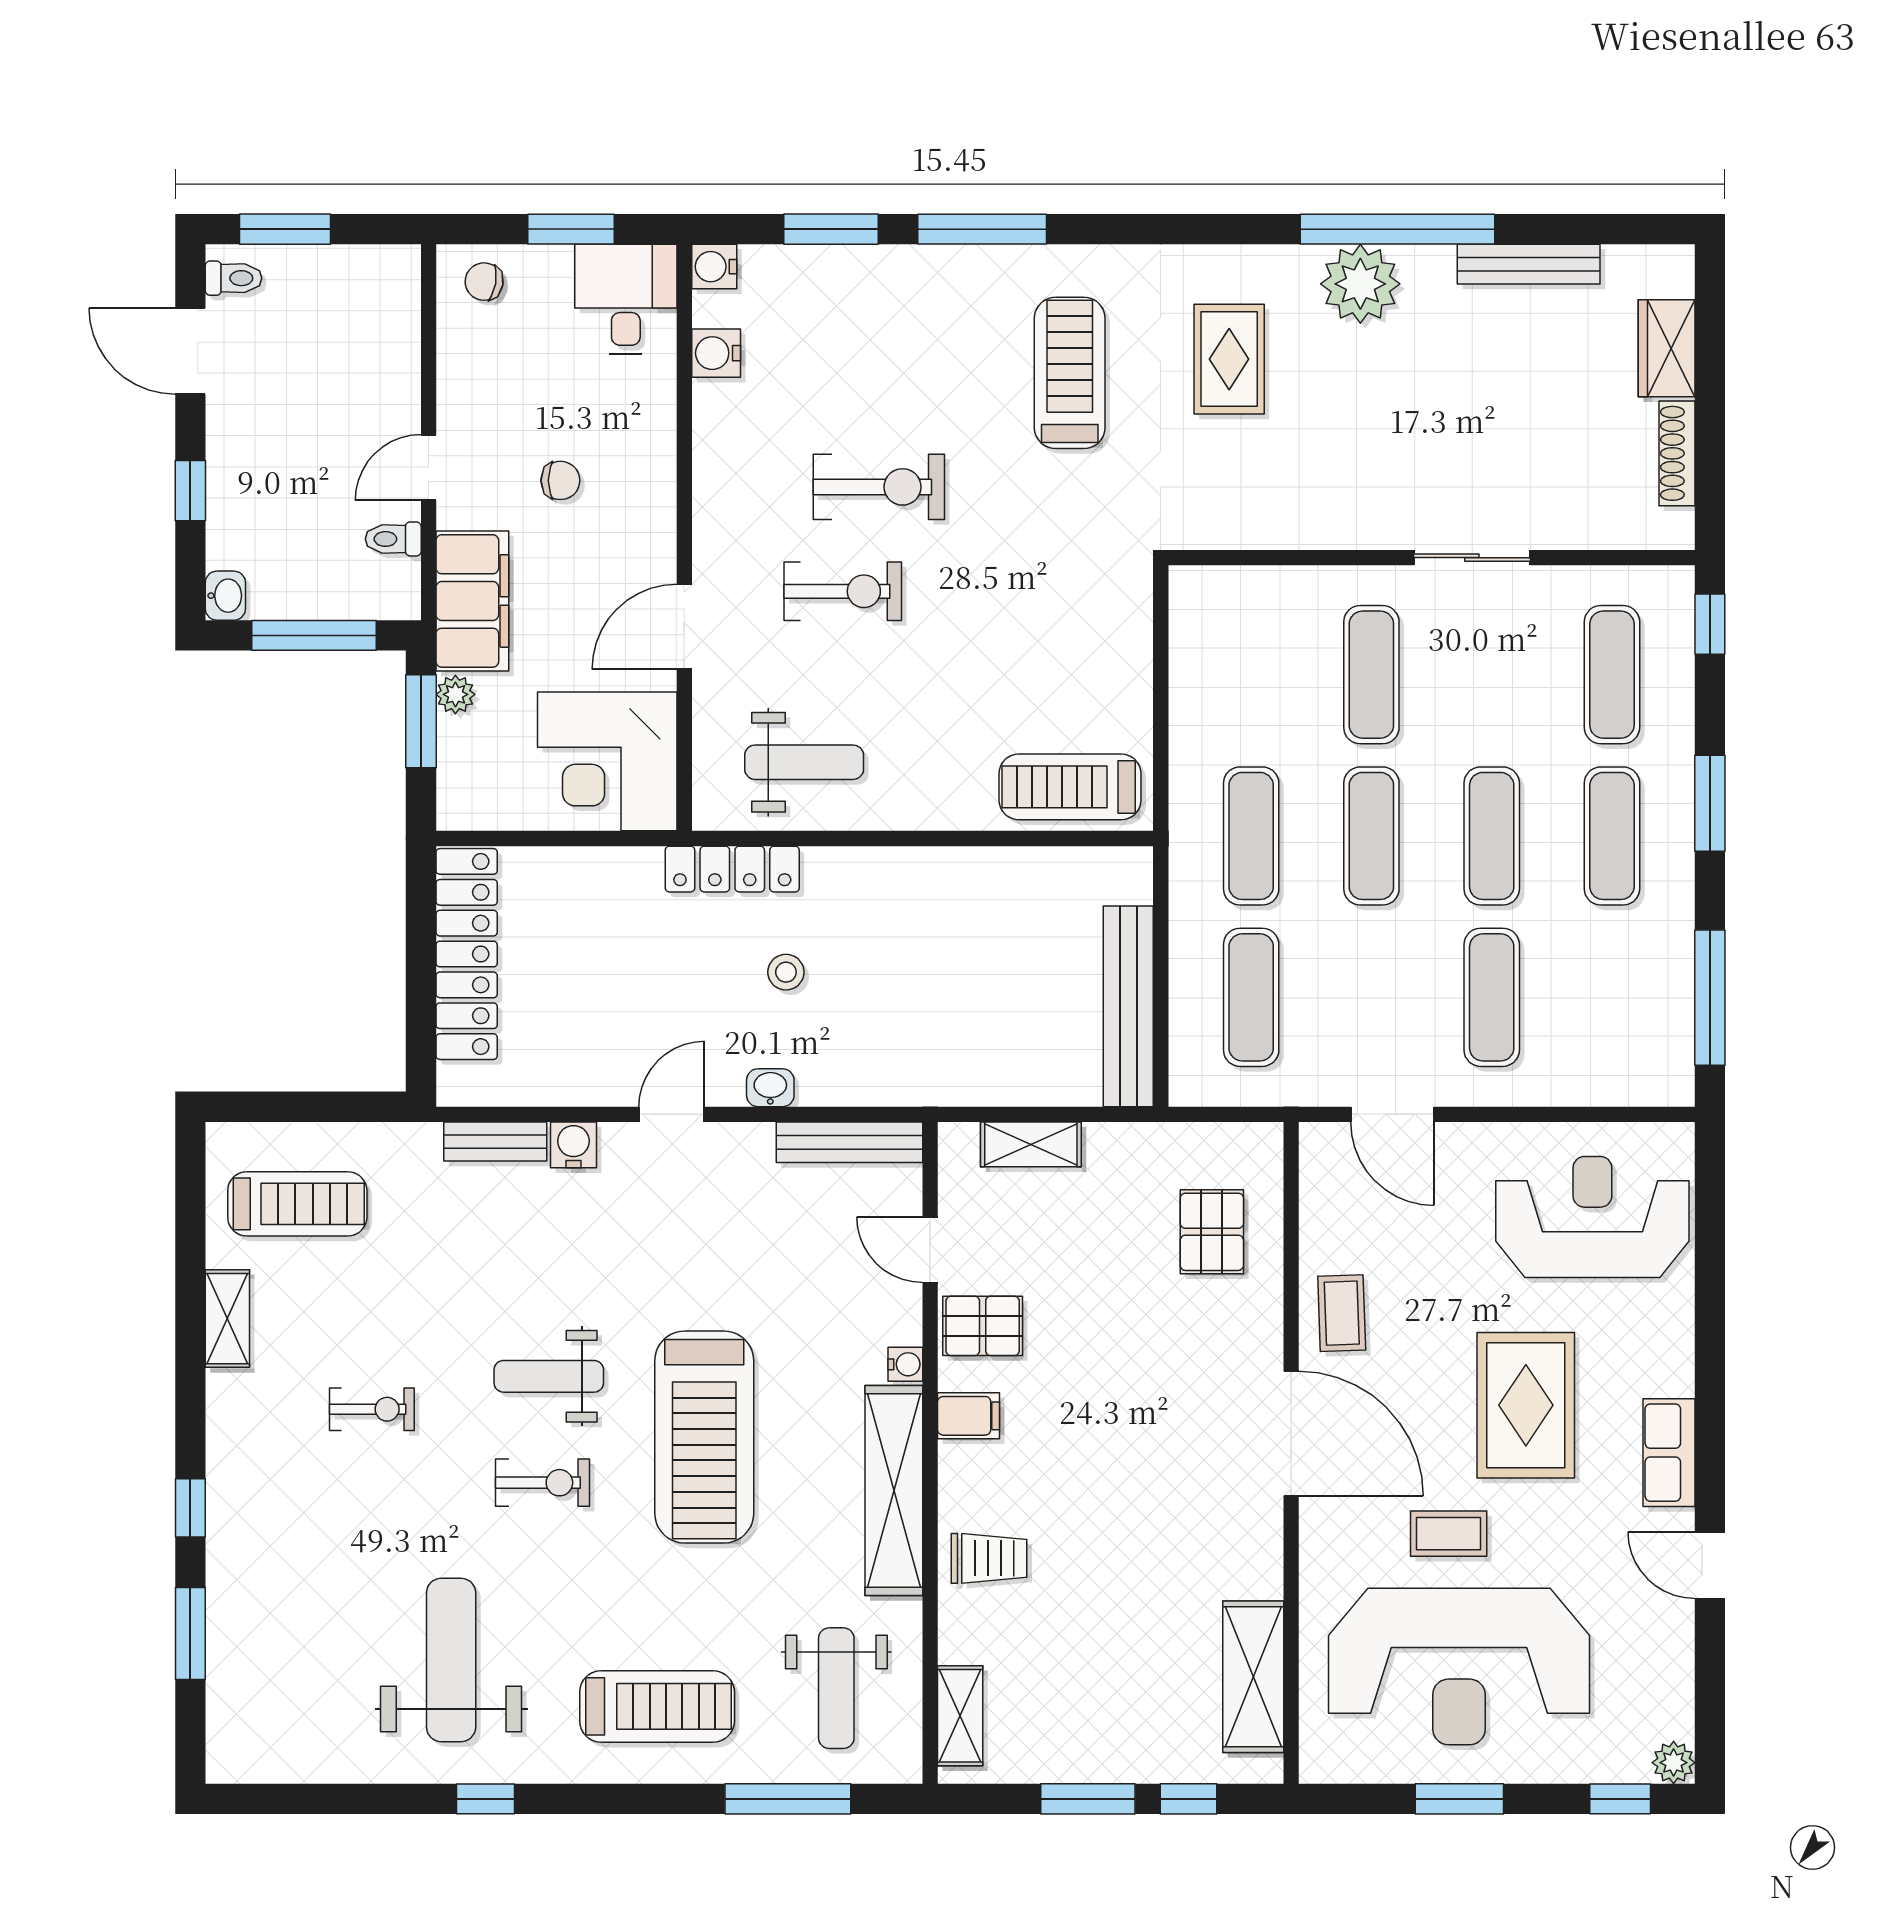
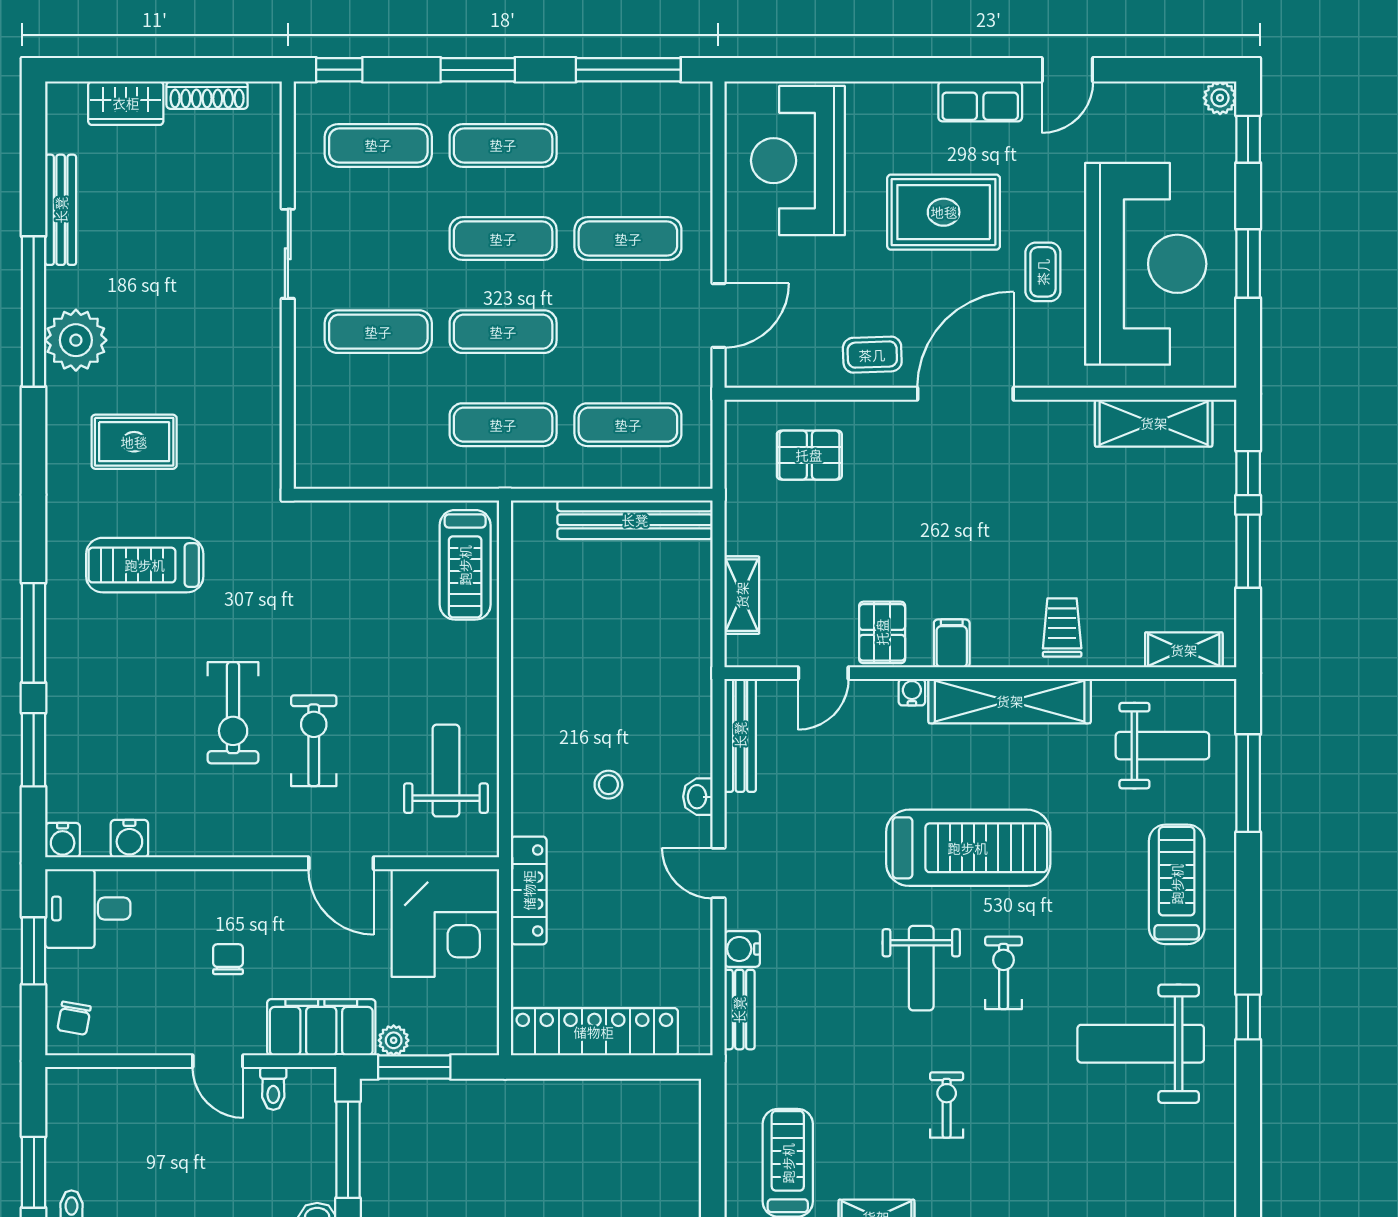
exercise bike: (879, 487) -> (233, 713), turned 180
locker: (732, 869) -> (529, 890), moved

